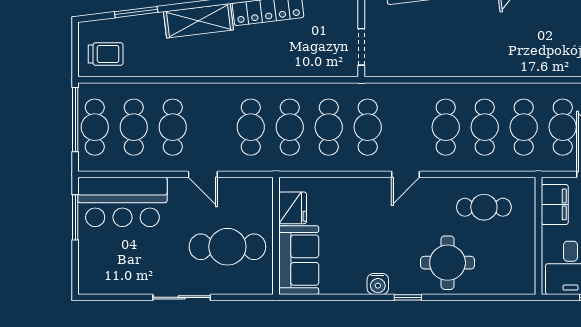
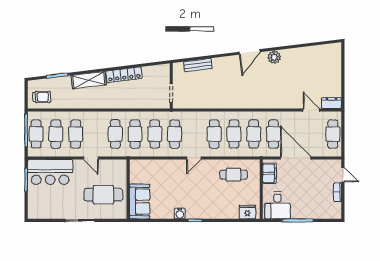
fridge: (293, 208) -> (247, 212), moved, turned -90
round table: (448, 263) -> (215, 203), removed

